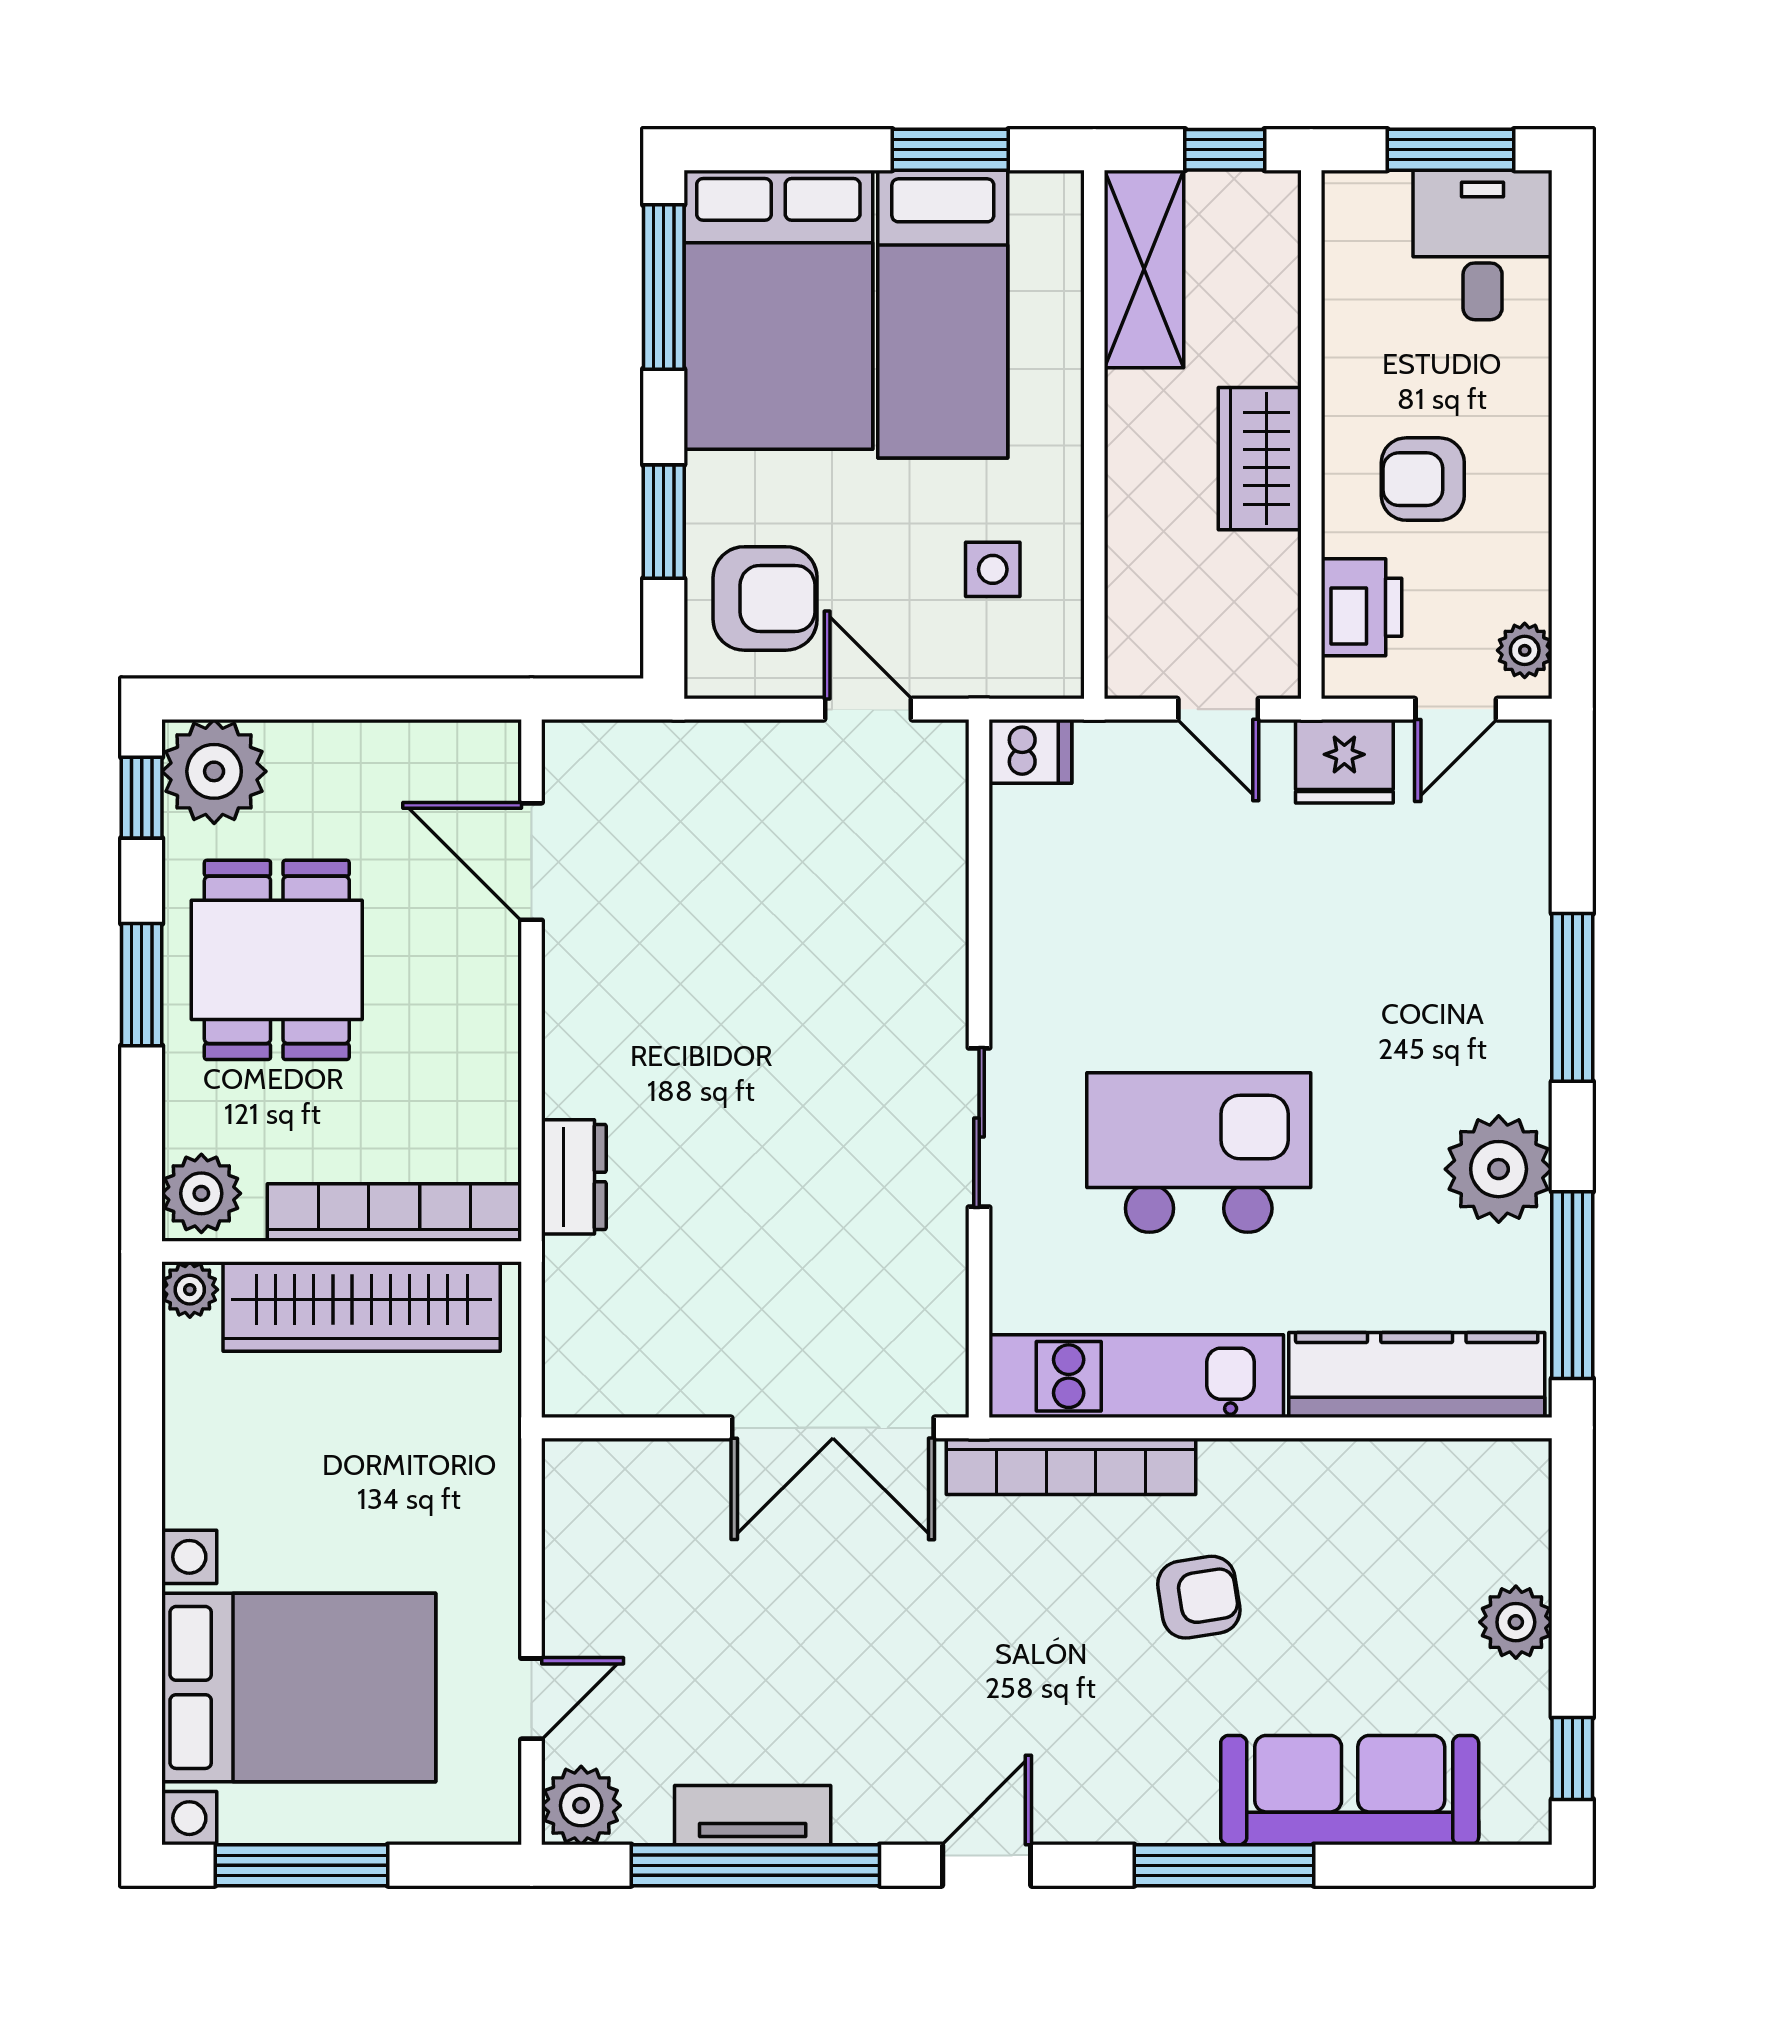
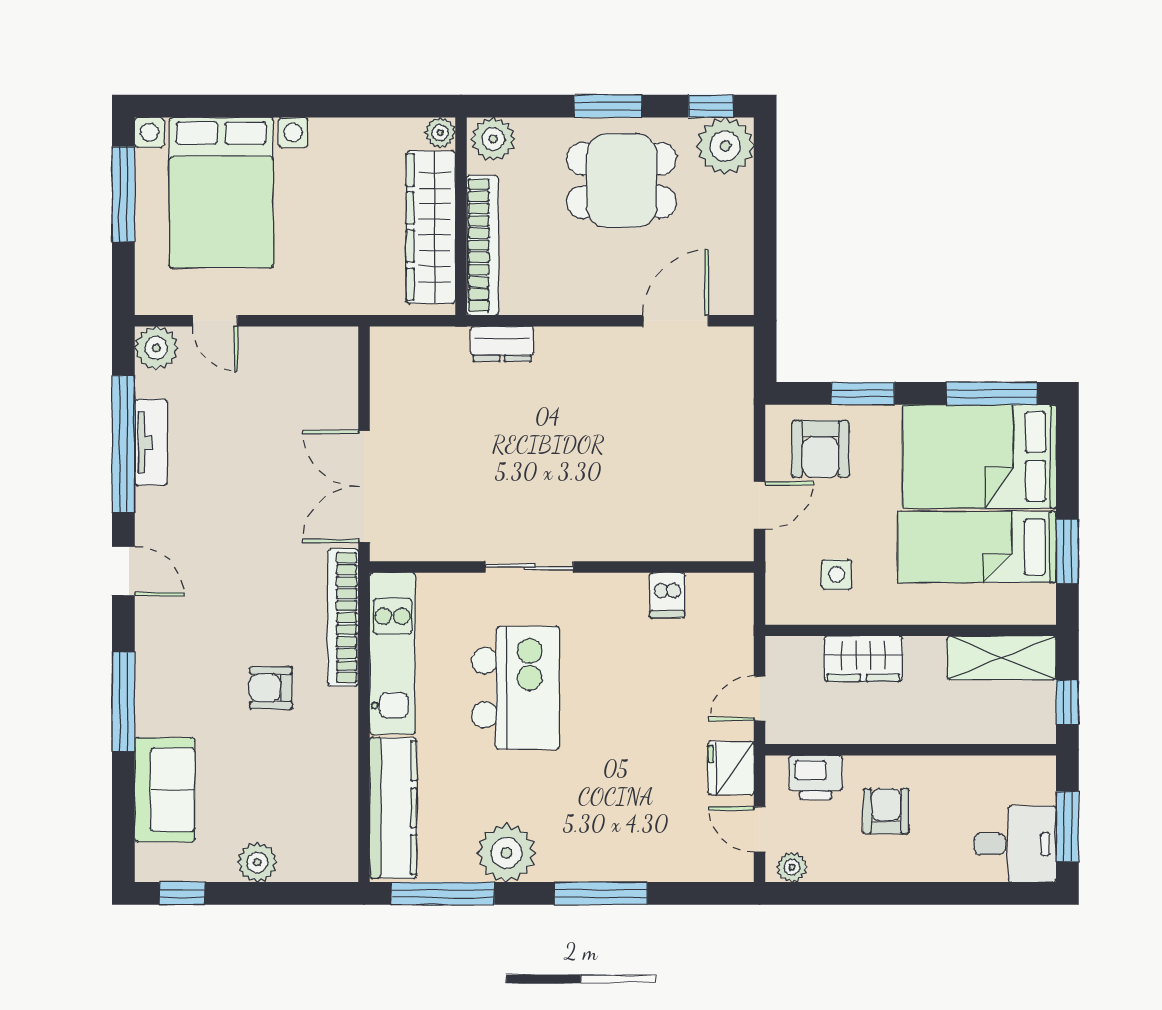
wardrobe: (1260, 459) -> (863, 659), moved, turned 180
dishwasher: (1030, 751) -> (667, 595), moved
armchair: (1199, 1597) -> (271, 688), turned 99
sofa: (1350, 1790) -> (165, 790), width x0.73

